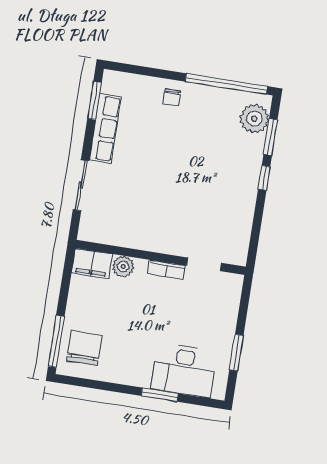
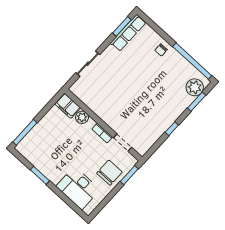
row of seats: (105, 128) -> (128, 33), moved
window: (264, 178) -> (172, 129), moved
chair: (84, 348) -> (109, 173), moved
window: (236, 352) -> (129, 175), moved
window: (160, 395) -> (40, 175), moved

